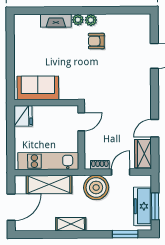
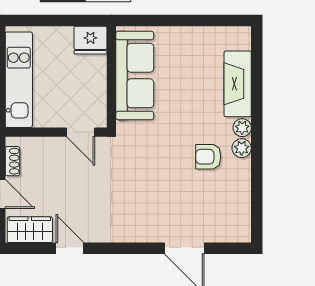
fireplace: (56, 21) -> (238, 84), width x1.37, depth x1.32
armchair: (96, 41) -> (208, 157), turned -90
sofa: (38, 88) -> (135, 76), width x1.36

